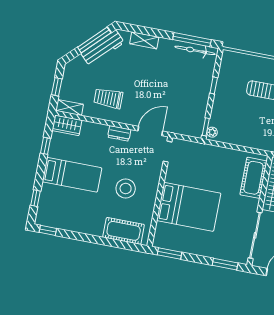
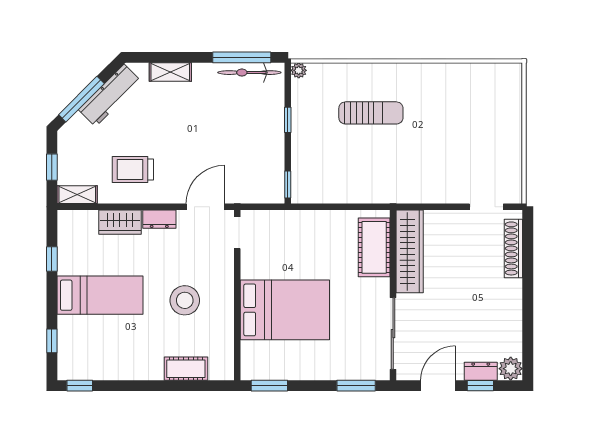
window: (94, 40) -> (81, 99), moved
wardrobe: (67, 125) -> (120, 222), moved
plant: (212, 132) -> (299, 70), moved
cot: (124, 231) -> (186, 369), width x0.73, depth x0.75

